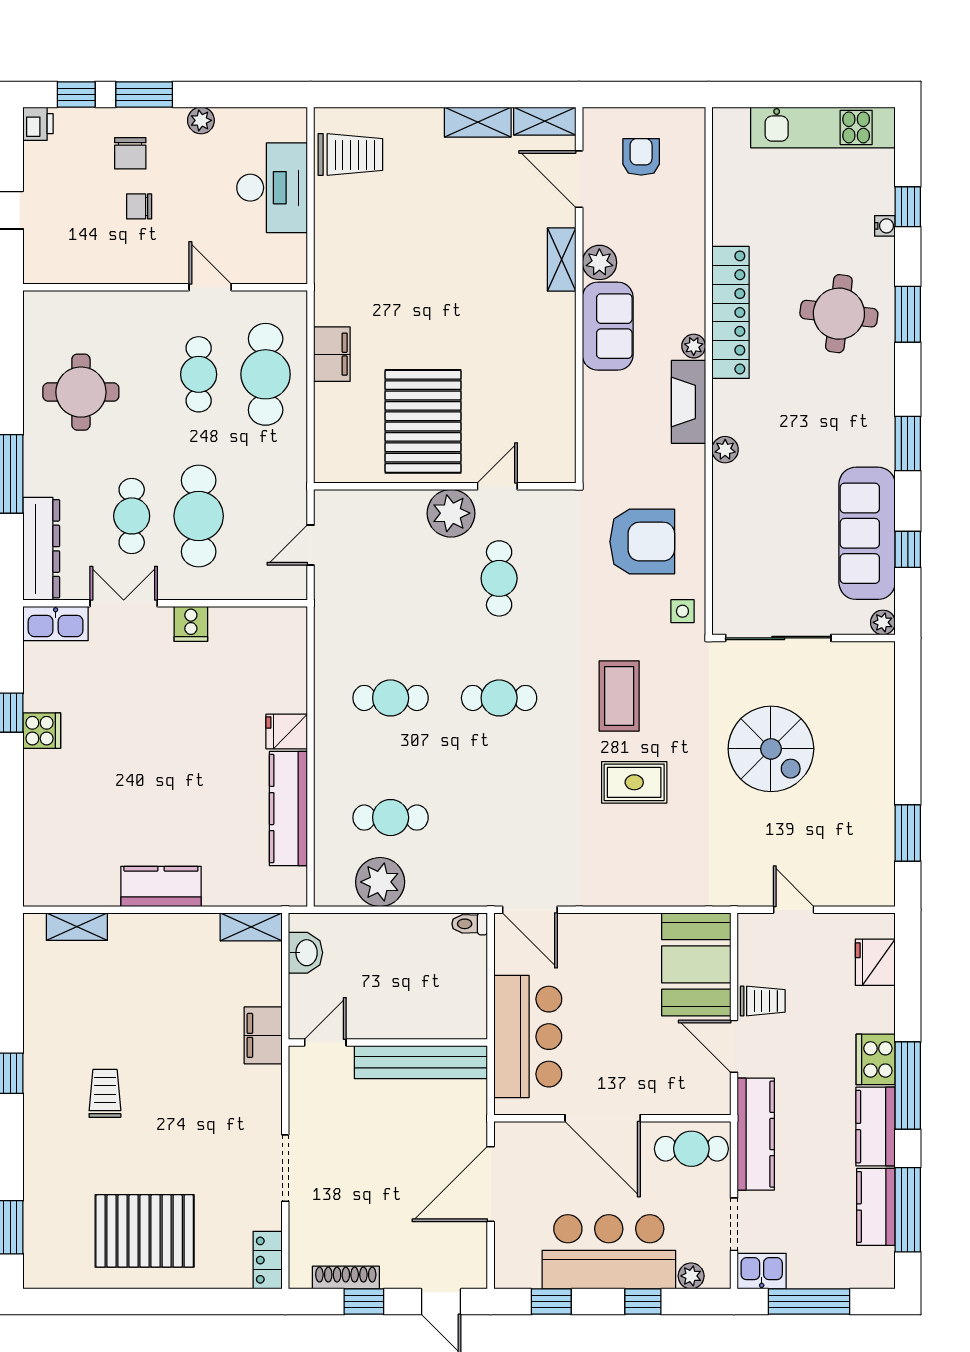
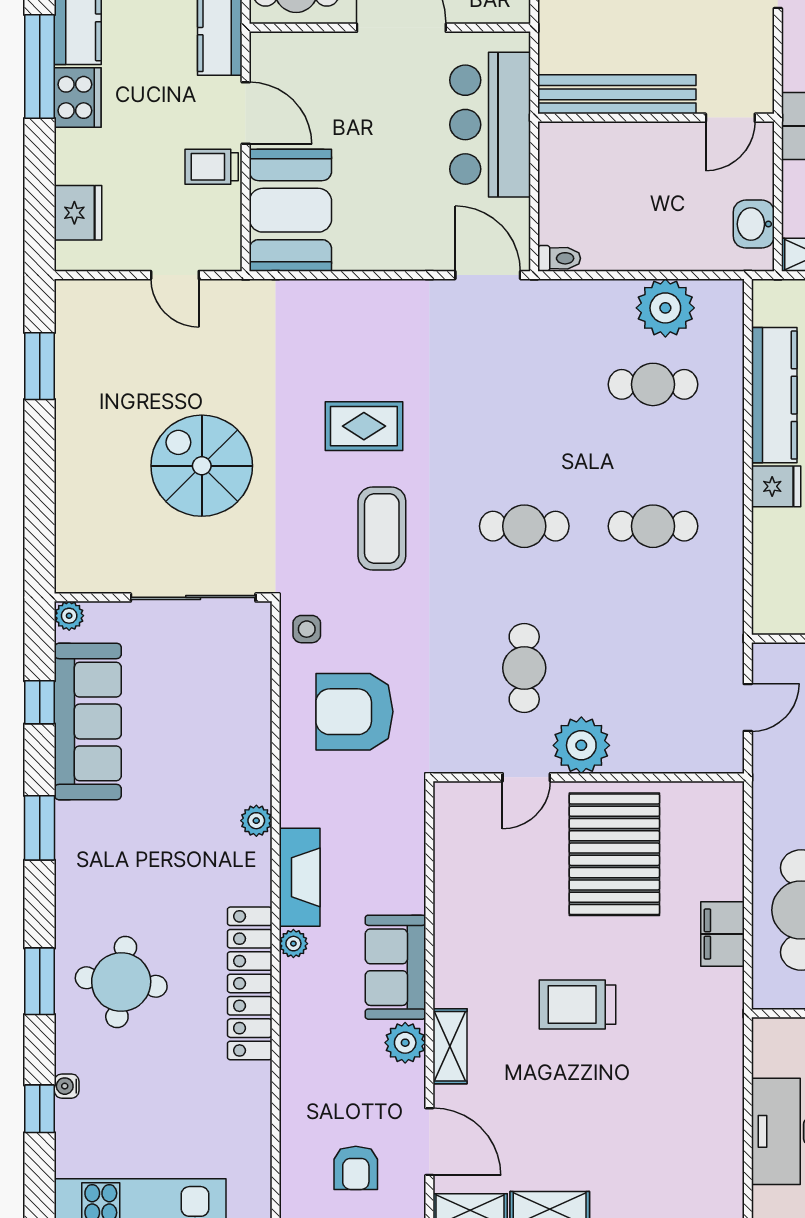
trolley: (350, 155) -> (578, 1005), moved

